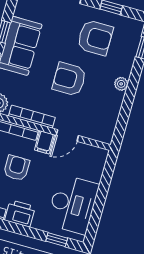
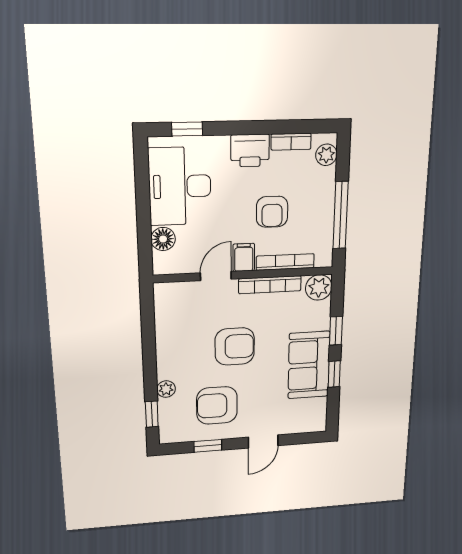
plant: (121, 84) -> (166, 389), moved
floor lamp: (95, 173) -> (163, 239), added

